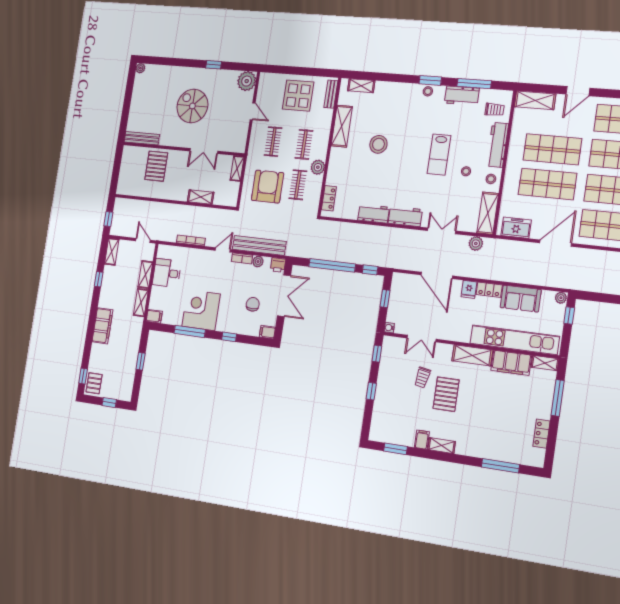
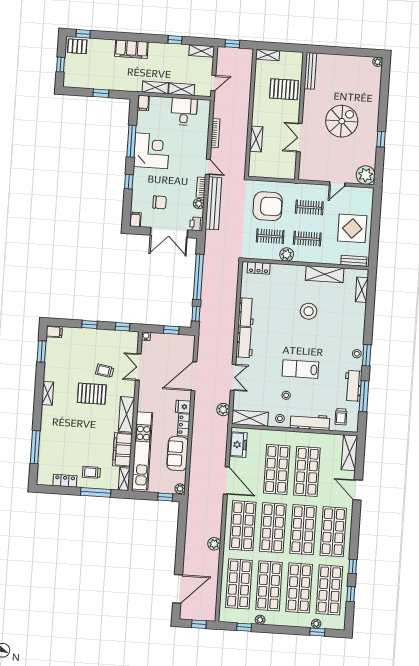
shelving: (237, 168) -> (268, 55), moved
trolley: (534, 401) -> (91, 472), added
filing cabinet: (422, 440) -> (54, 332), moved

